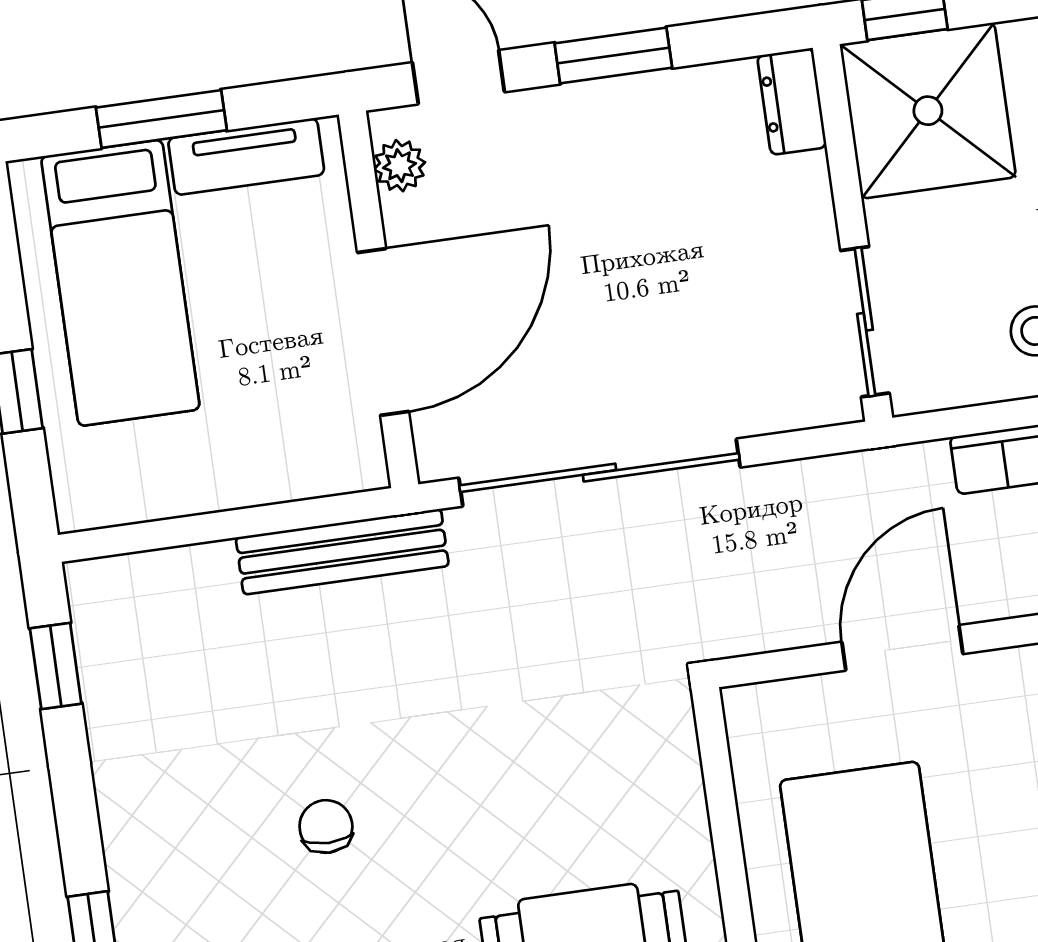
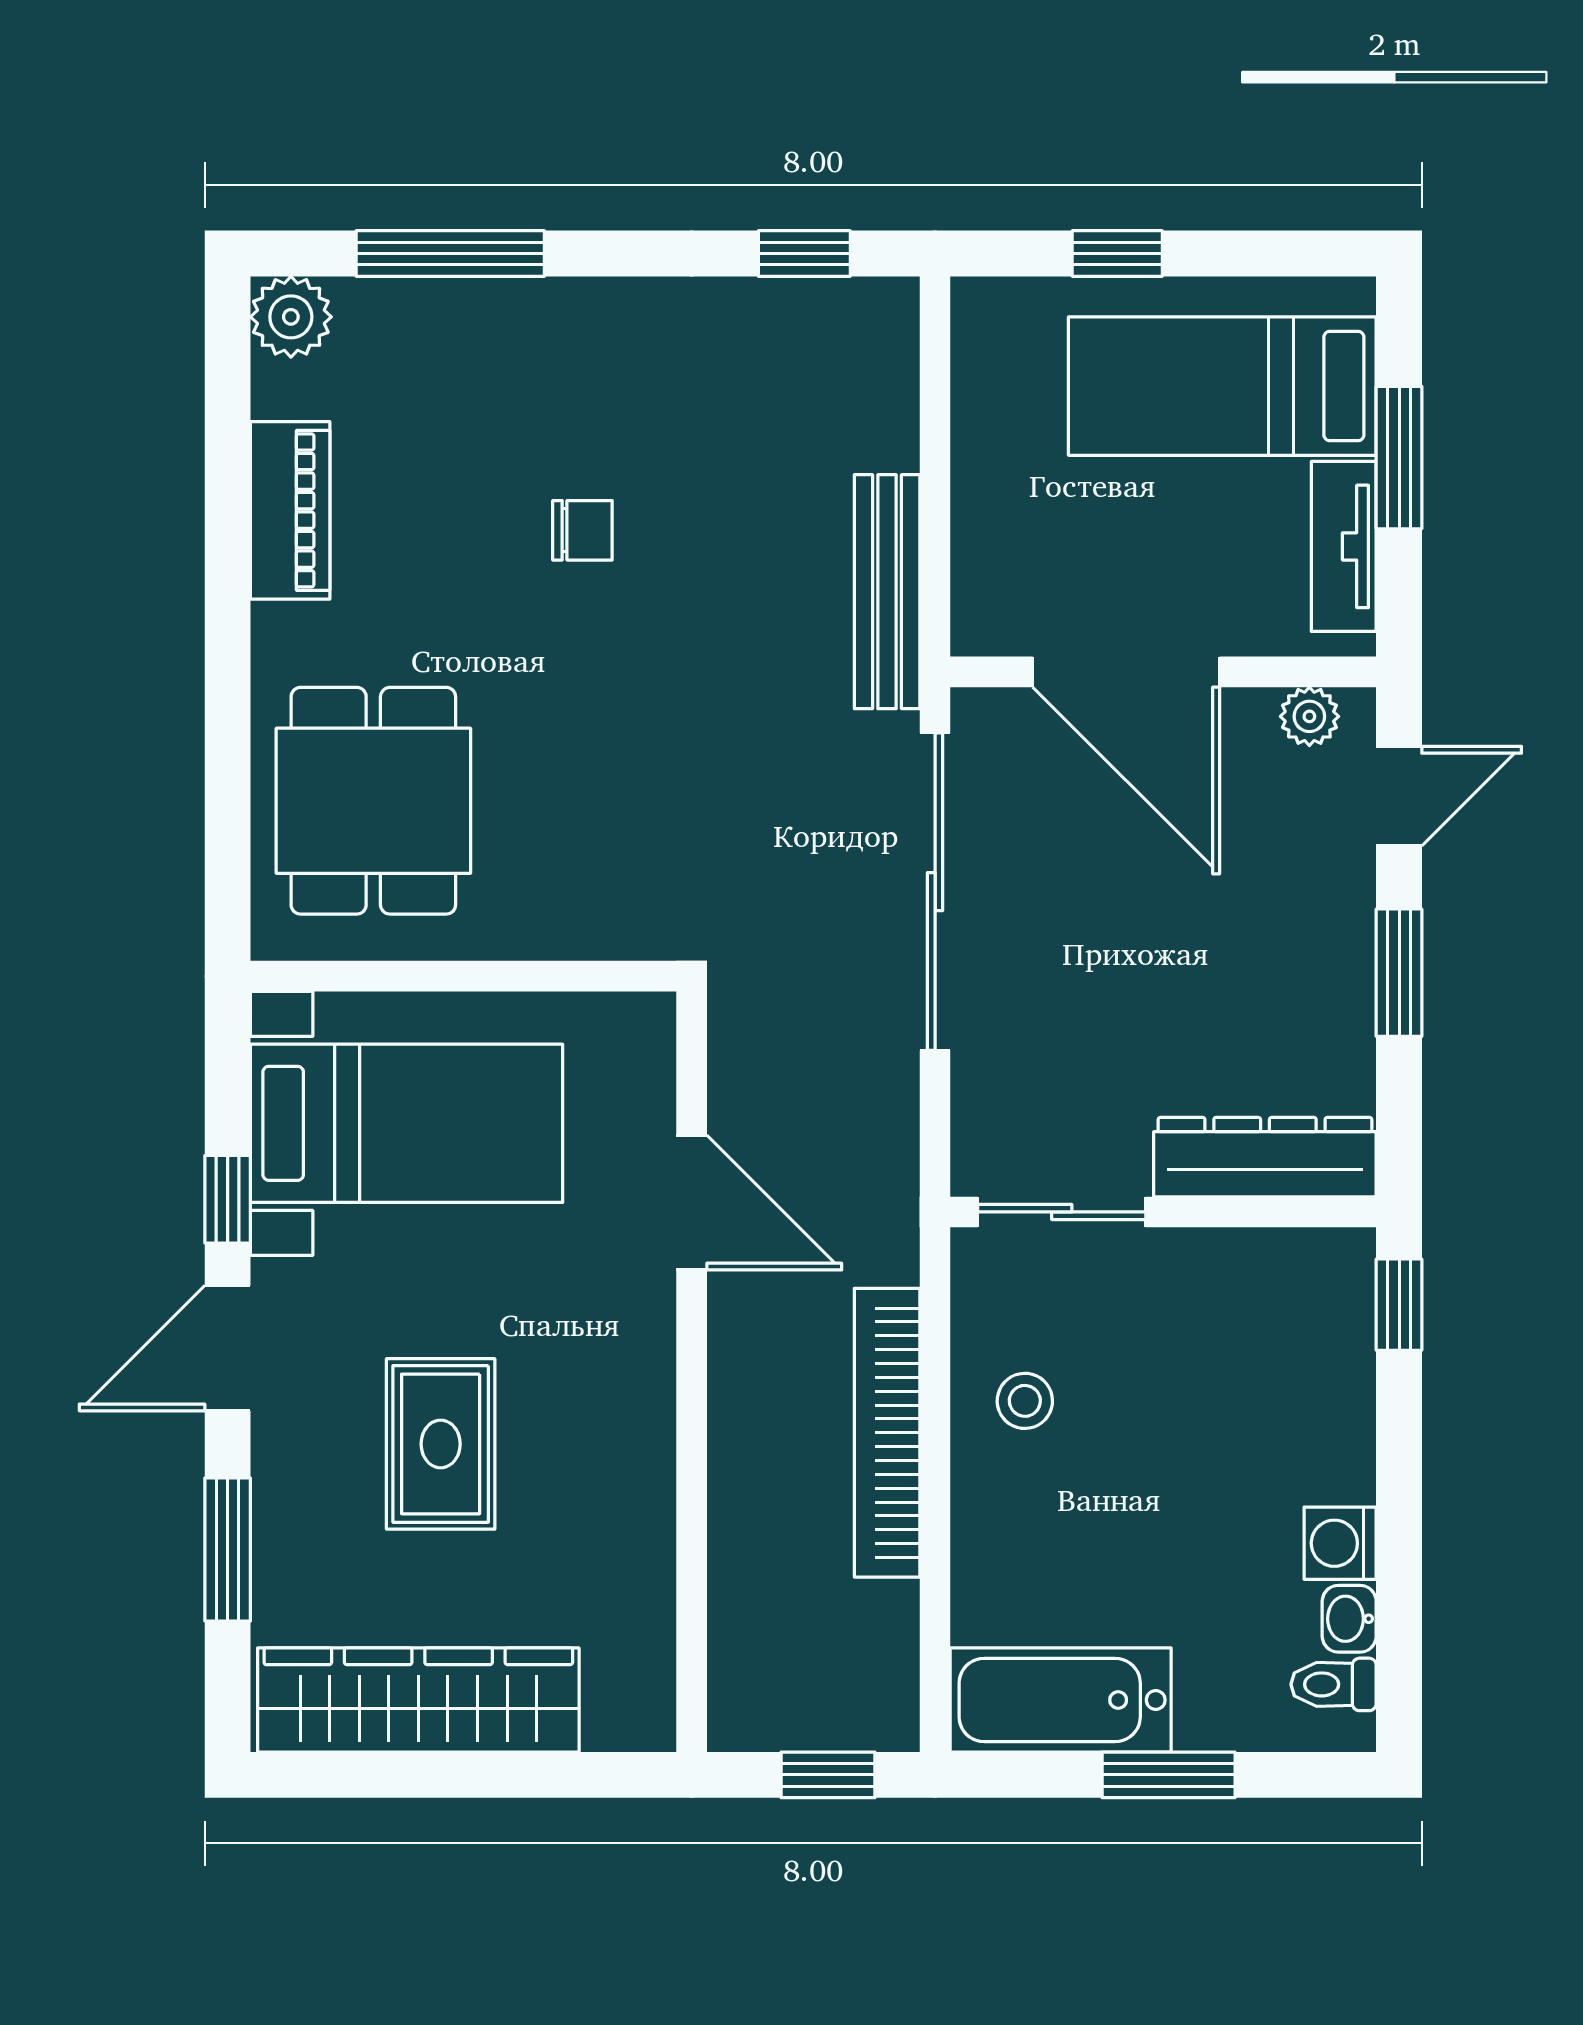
dresser: (792, 101) -> (1265, 1157), width x1.96, depth x1.24
shower: (928, 111) -> (1288, 1315), removed

